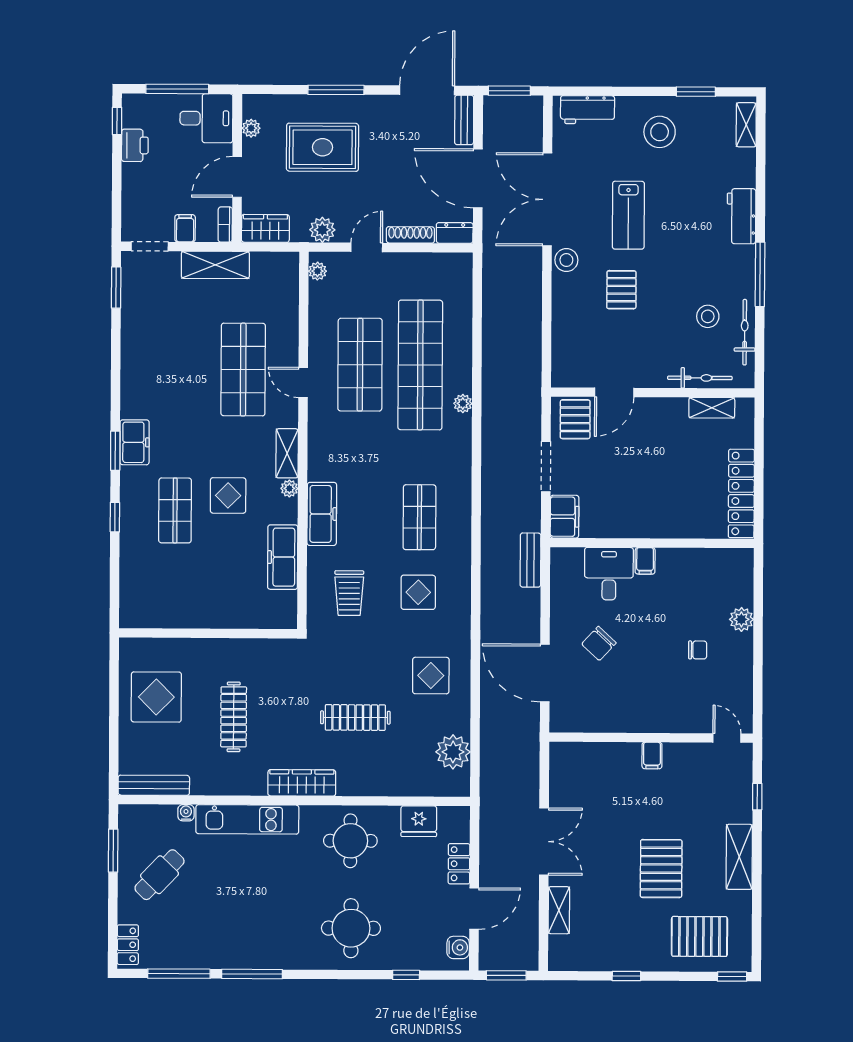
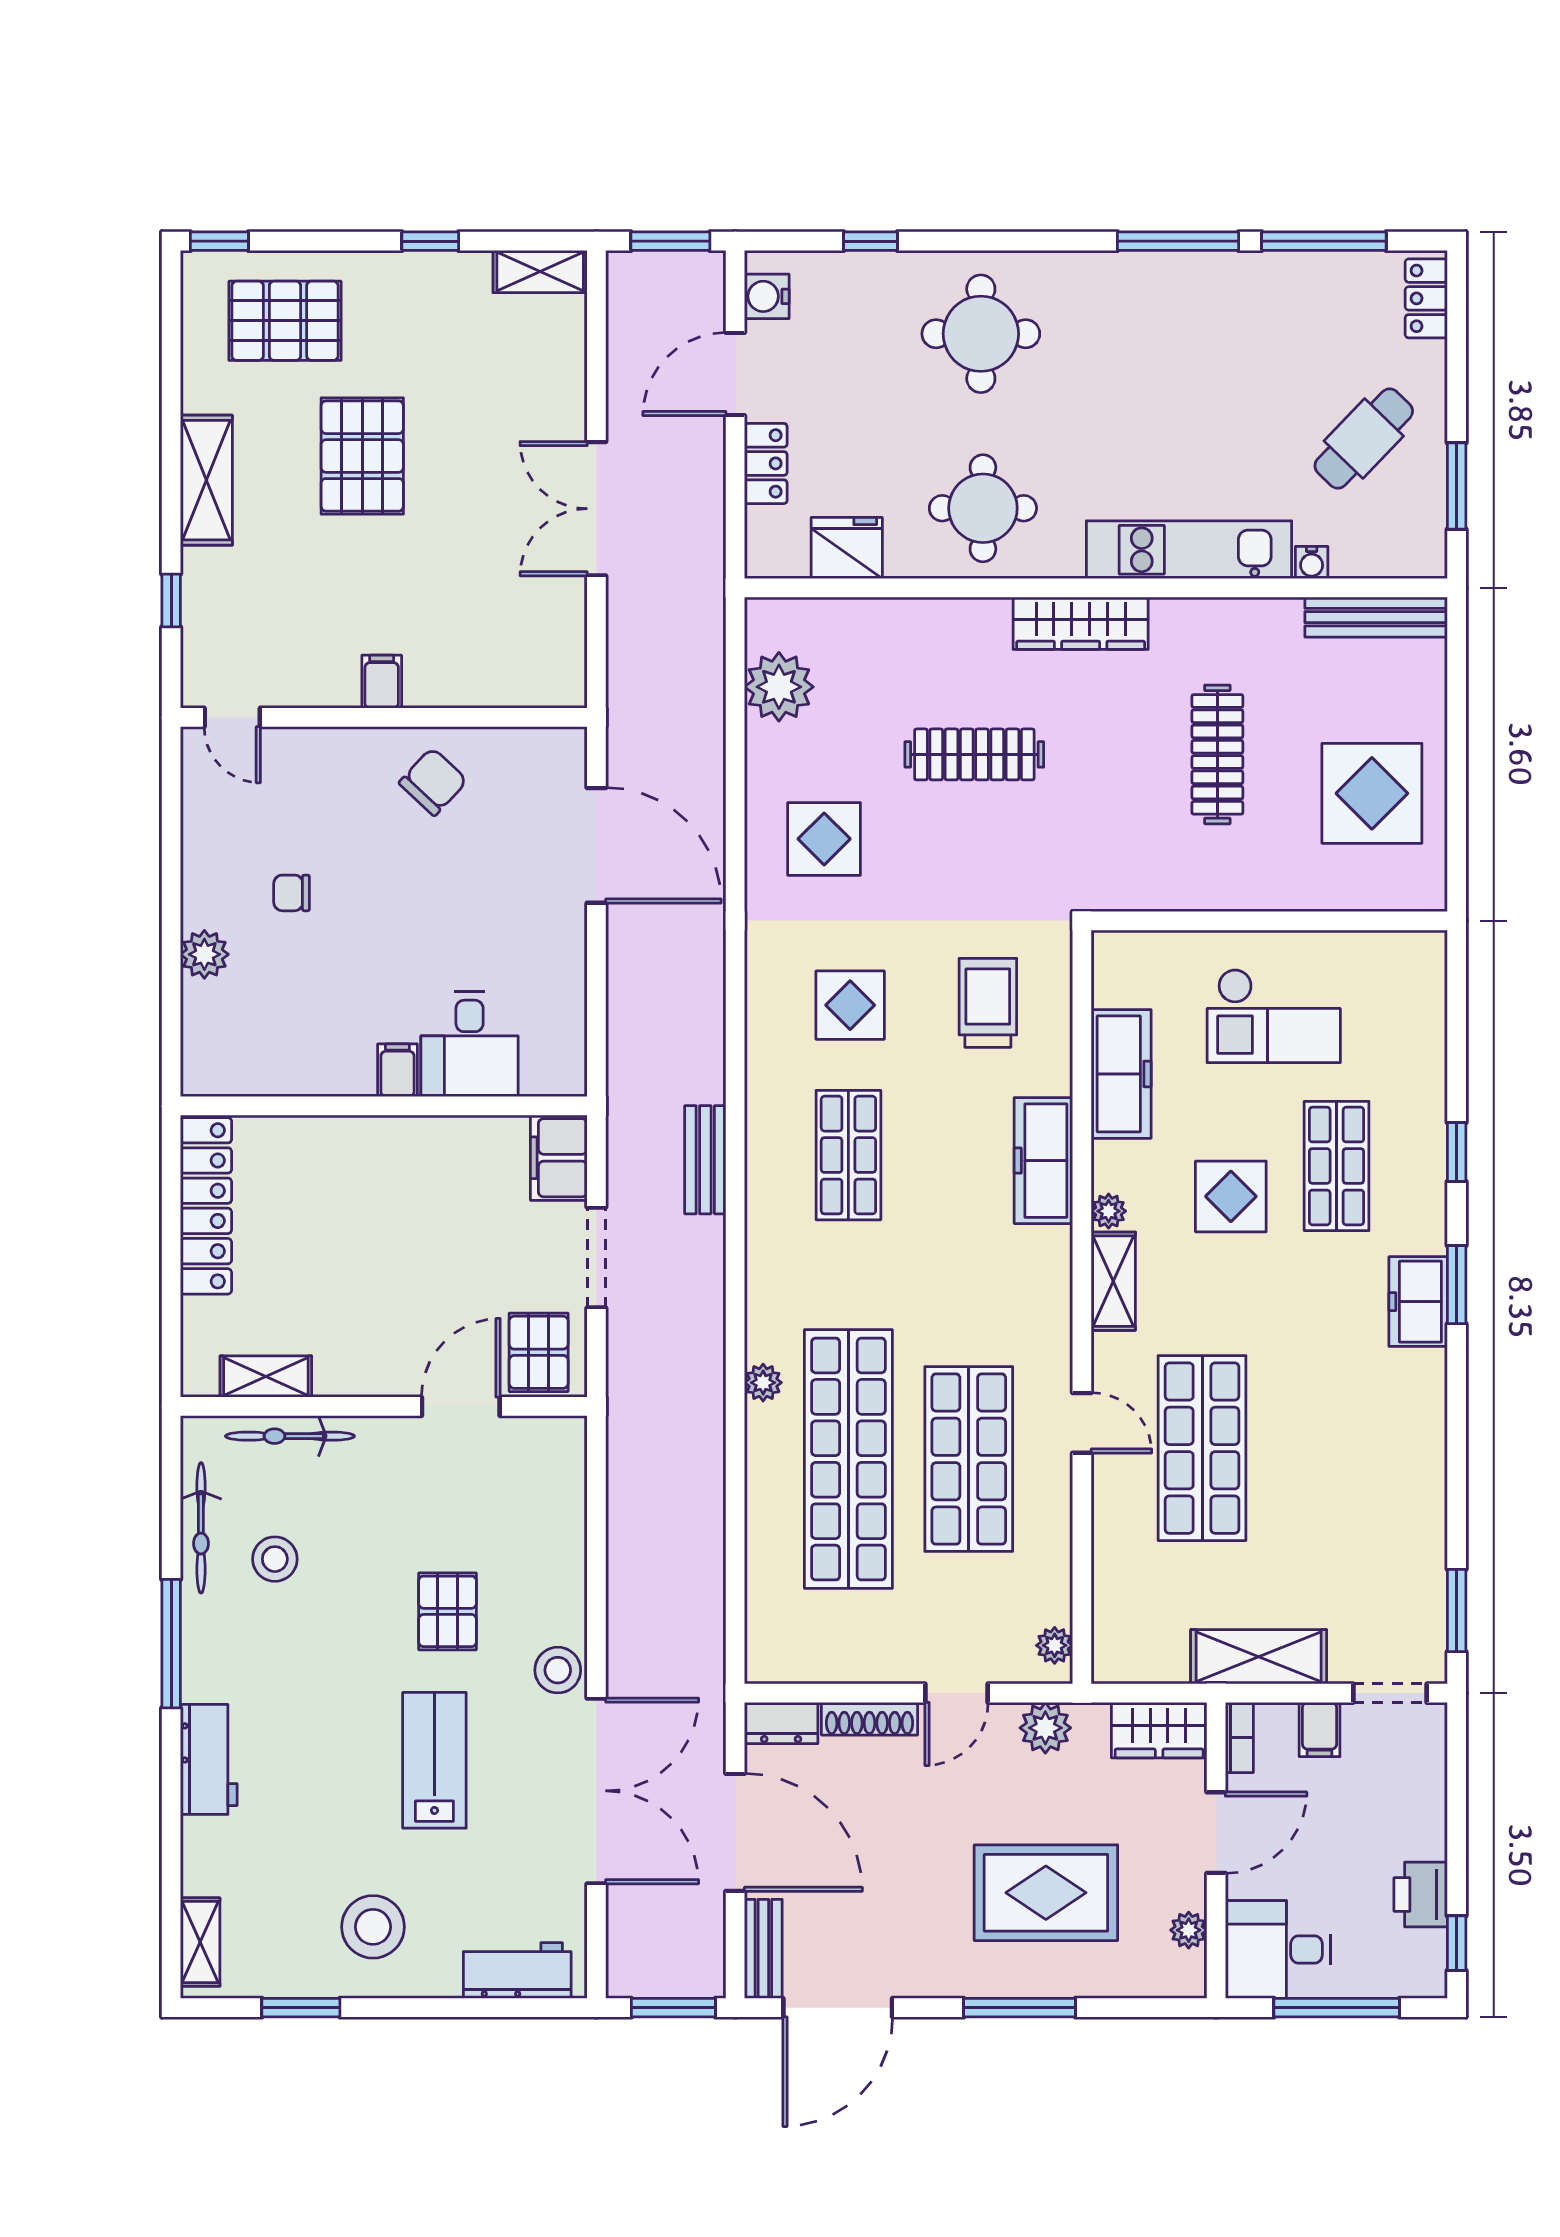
bench: (530, 560) -> (705, 1160), moved
checkout: (206, 586) -> (1274, 1016), added
chair: (599, 643) -> (433, 782), moved
shelving: (559, 910) -> (540, 272), moved, turned 90

